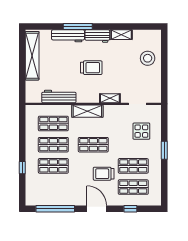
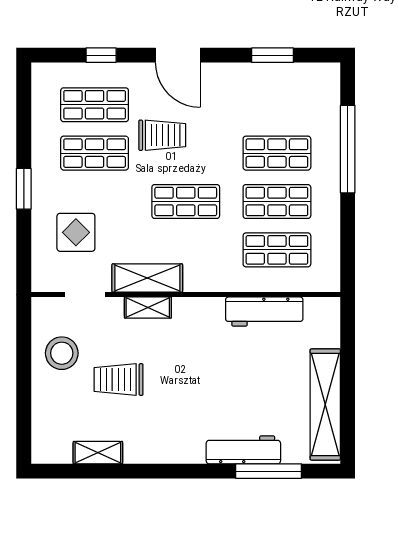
window: (78, 27) -> (269, 471), moved
shelving: (121, 35) -> (98, 453), moved
workbench: (97, 36) -> (176, 449), removed
stool: (148, 58) -> (62, 353), moved
trolley: (91, 68) -> (119, 380), moved
shelving: (87, 111) -> (147, 278), moved
window: (22, 168) -> (348, 149), width x3.17
window: (55, 209) -> (273, 55), width x0.47

